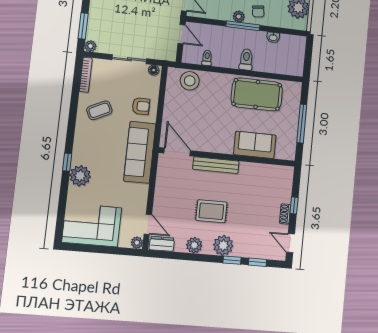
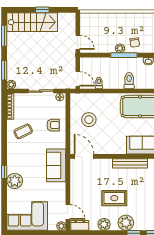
door: (182, 34) -> (78, 79), moved
stool: (190, 81) -> (89, 120), moved
sofa: (140, 152) -> (56, 165), width x0.73
bench: (216, 165) -> (130, 163), moved

